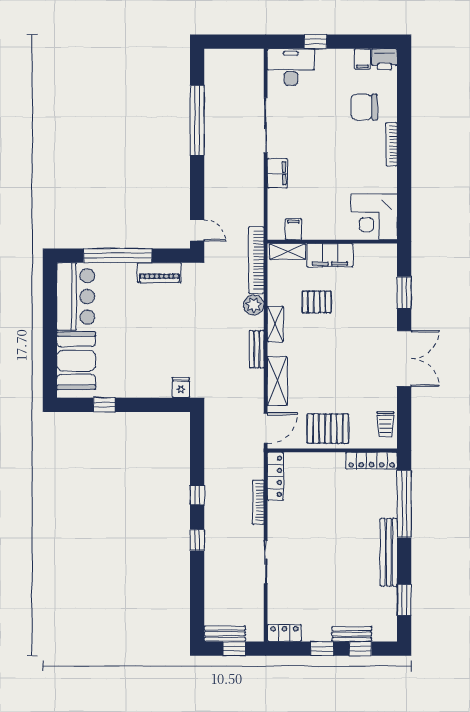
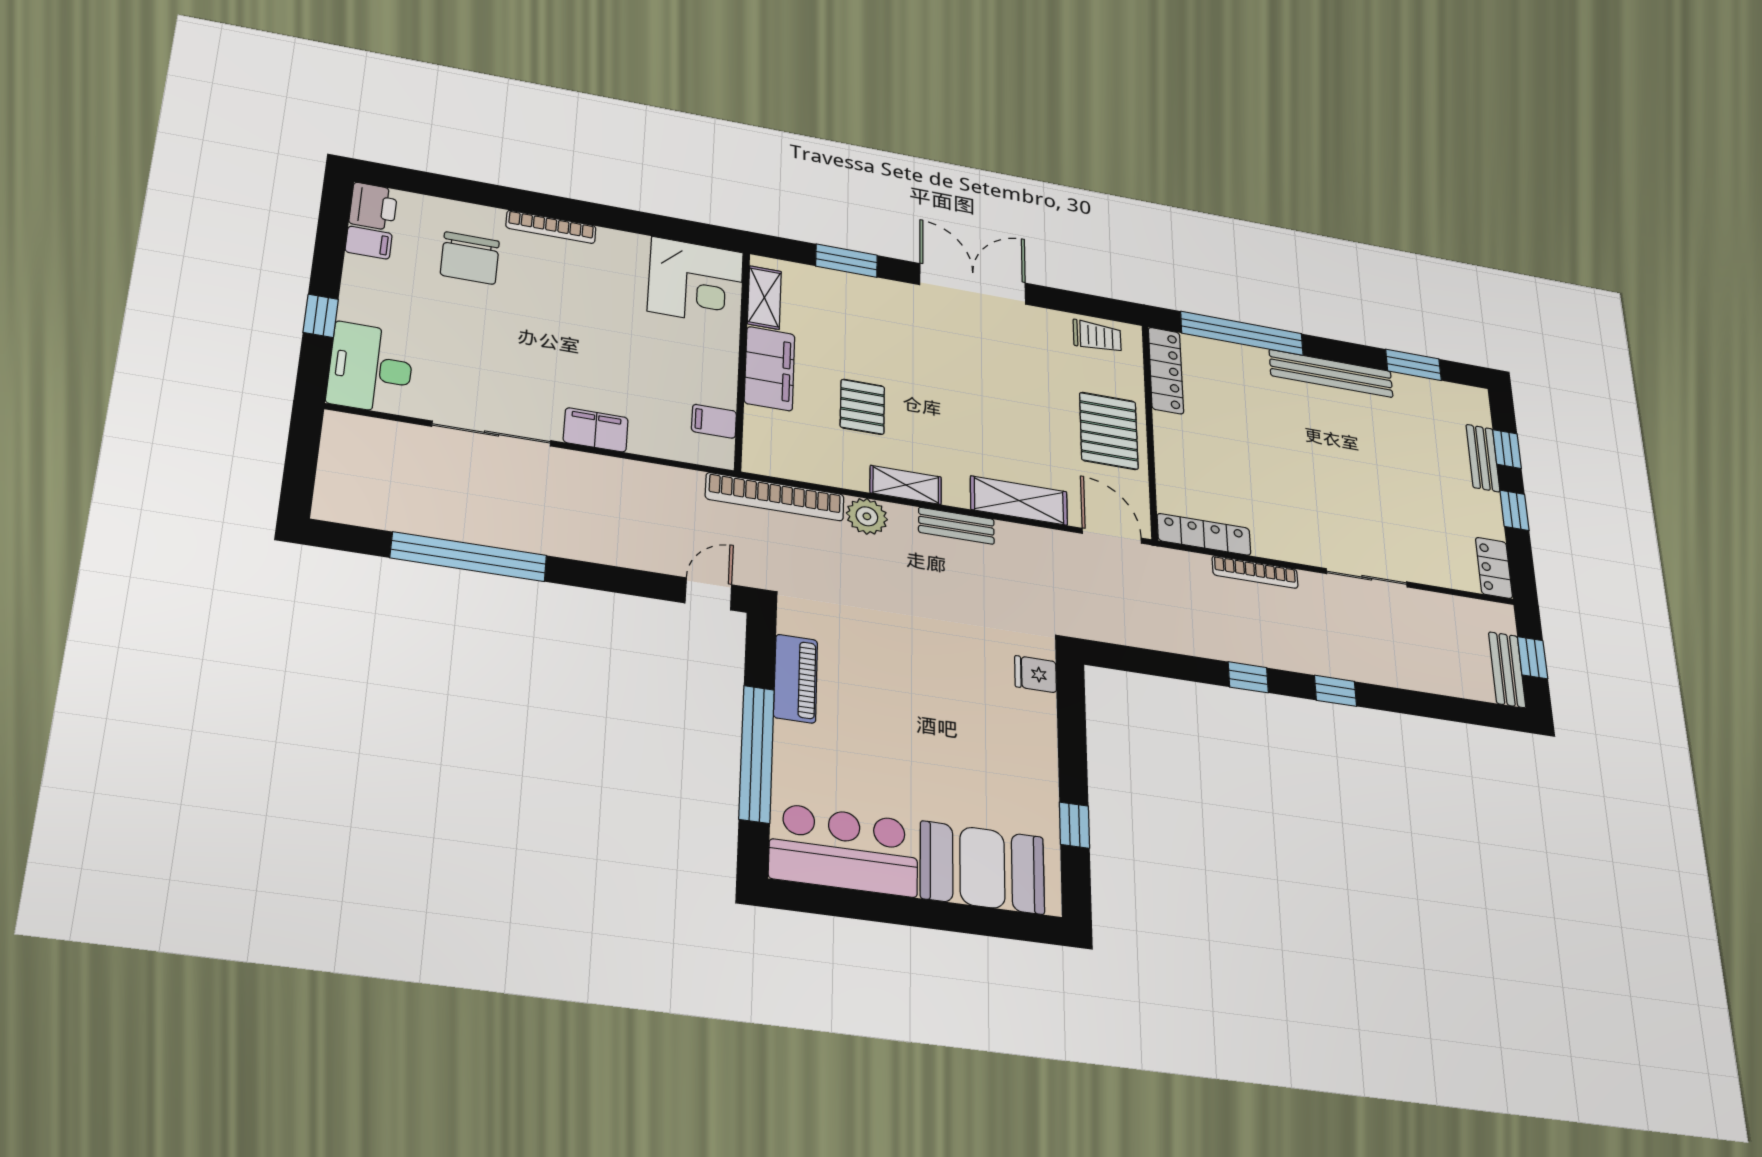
shelving: (288, 251) -> (764, 298), moved

